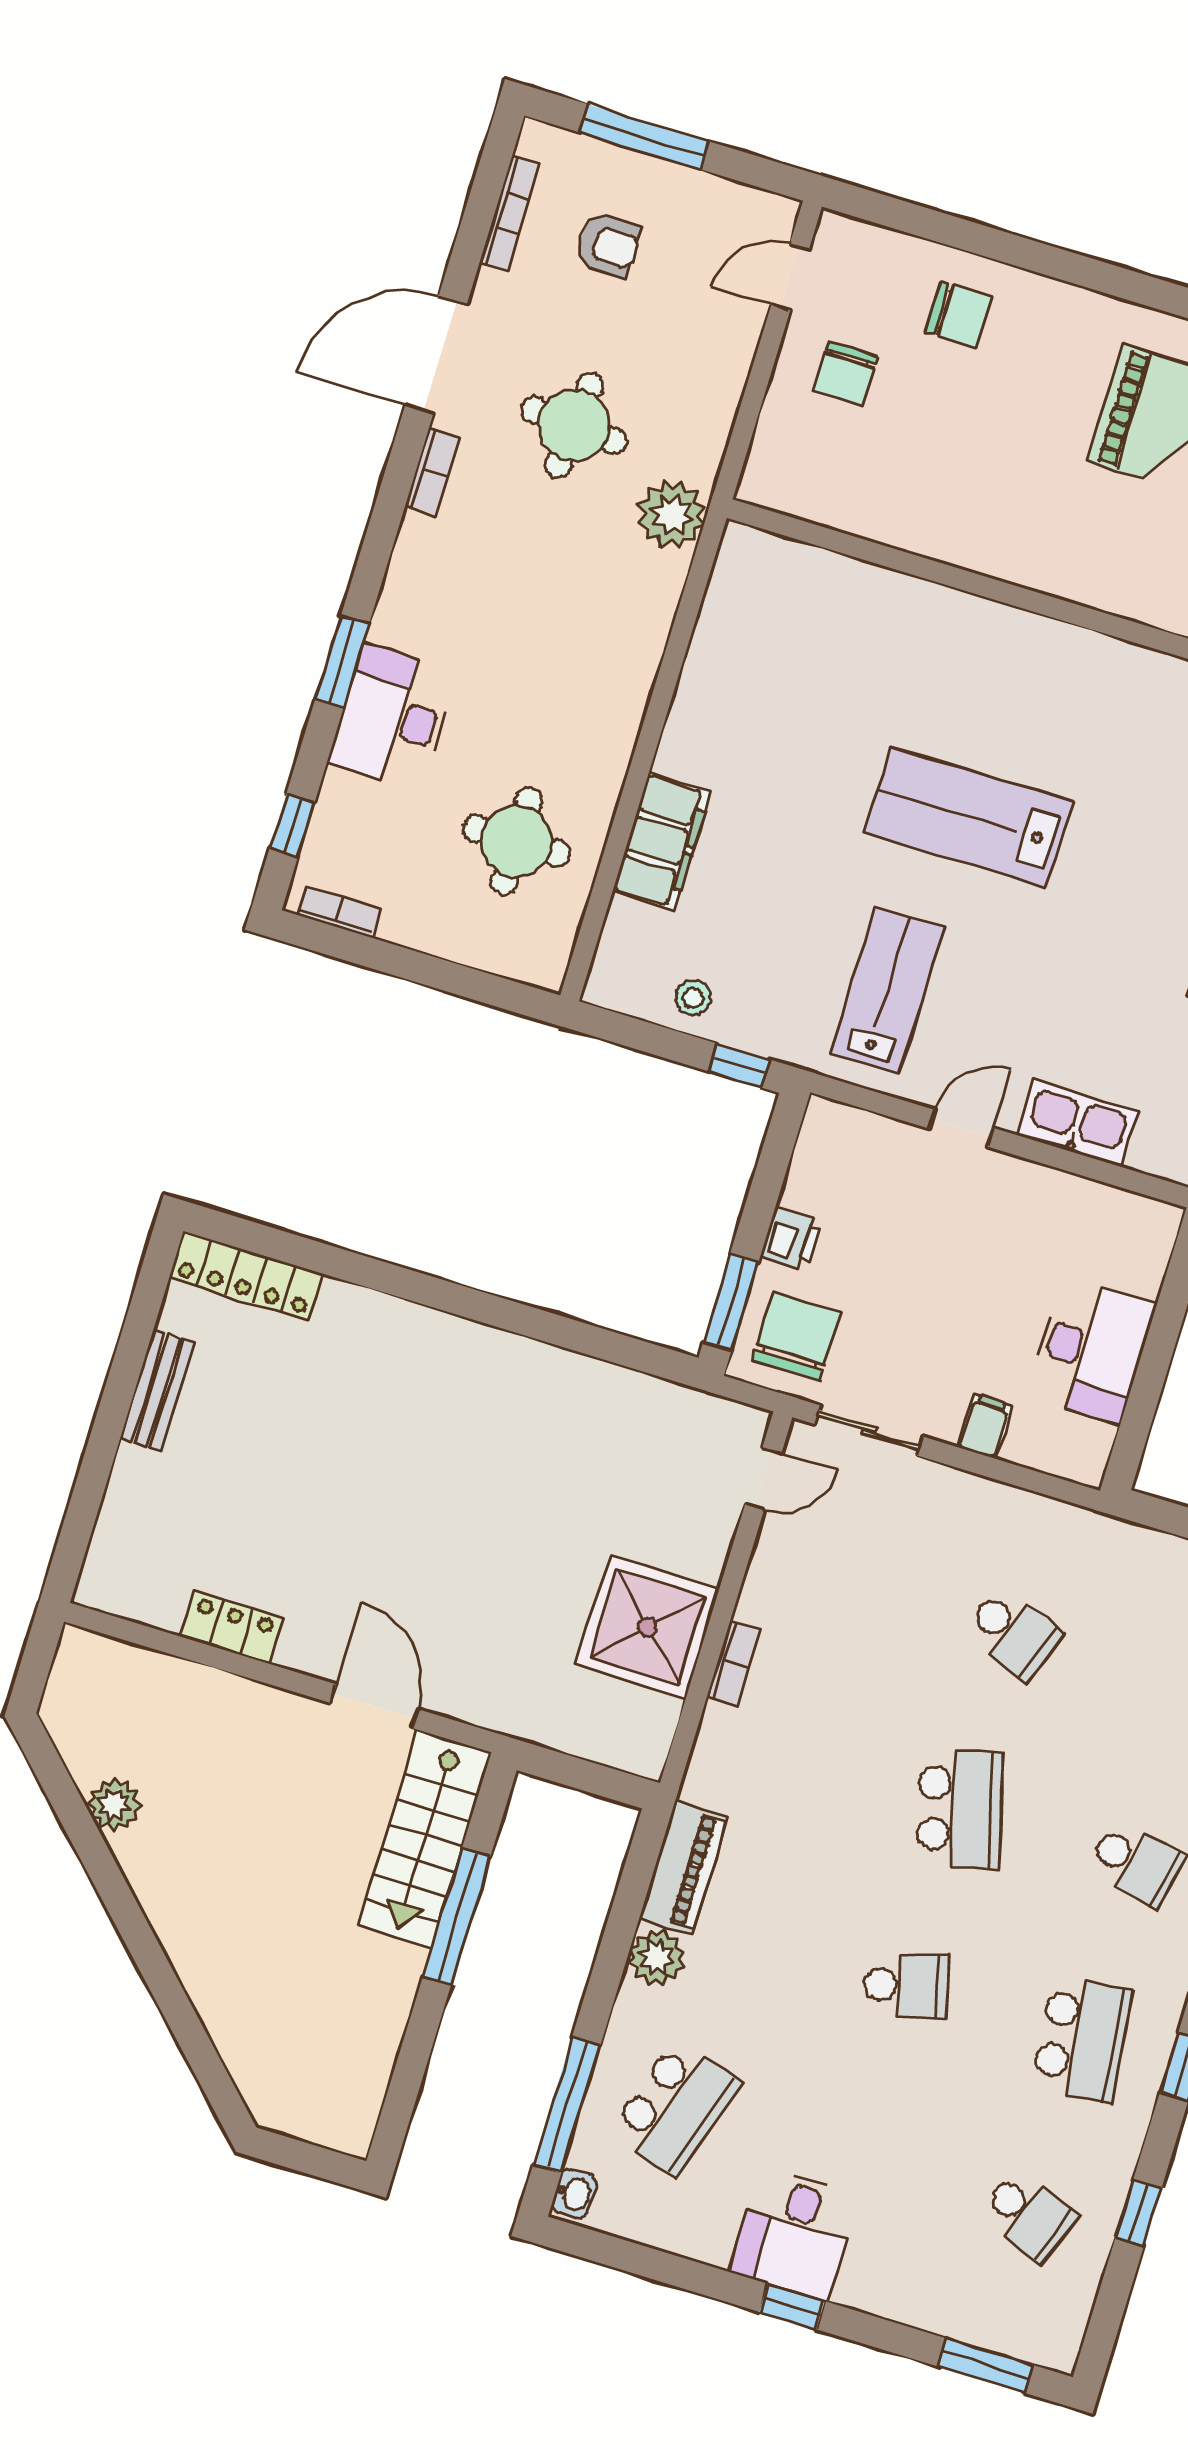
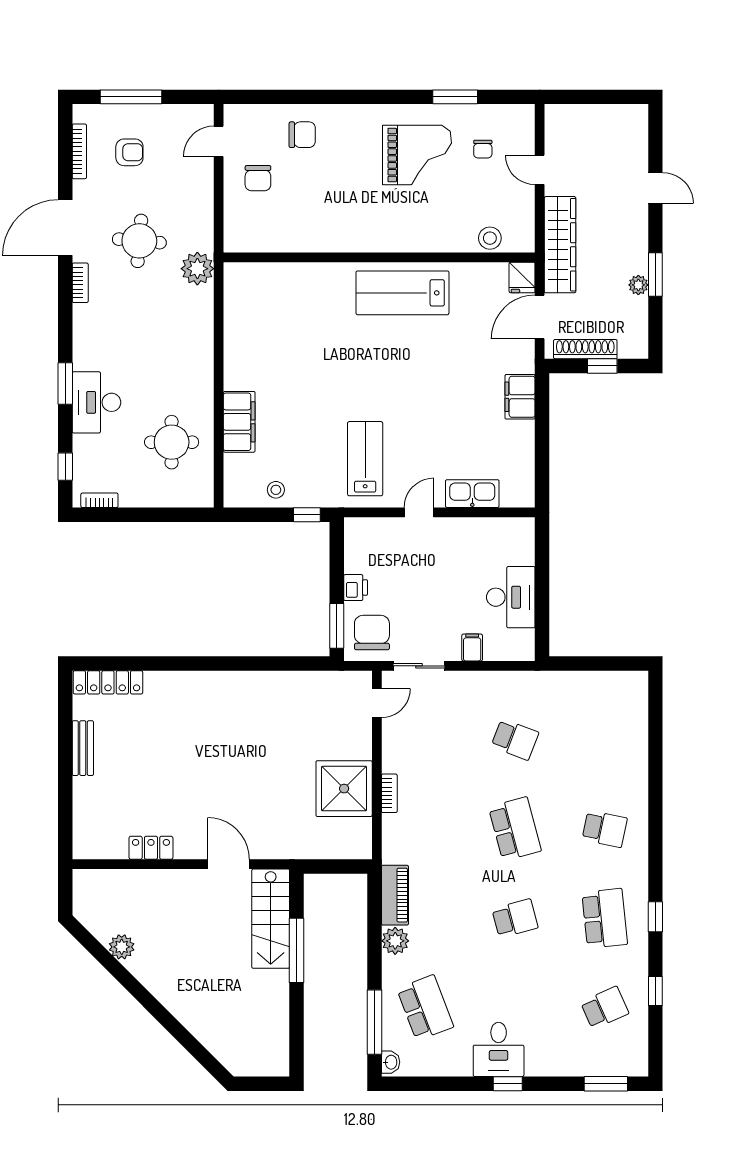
lab bench: (969, 817) -> (402, 293), moved
school desk: (675, 2107) -> (425, 1008), turned -39
school desk: (1029, 2215) -> (605, 1008), turned -45

